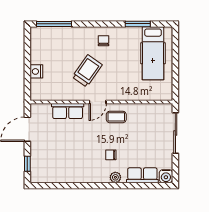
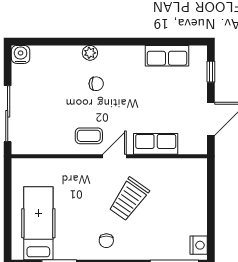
nightstand: (36, 71) -> (199, 245), moved
row of seats: (142, 175) -> (167, 56), moved

